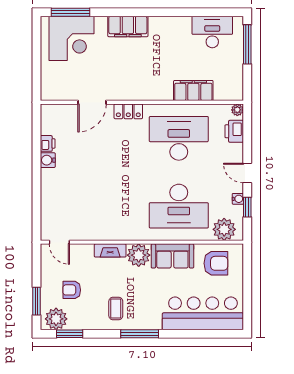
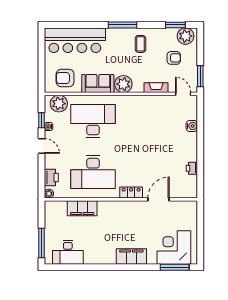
water cooler: (48, 160) -> (192, 126), moved
fireplace: (110, 250) -> (156, 88), moved
window: (37, 301) -> (200, 76), moved

